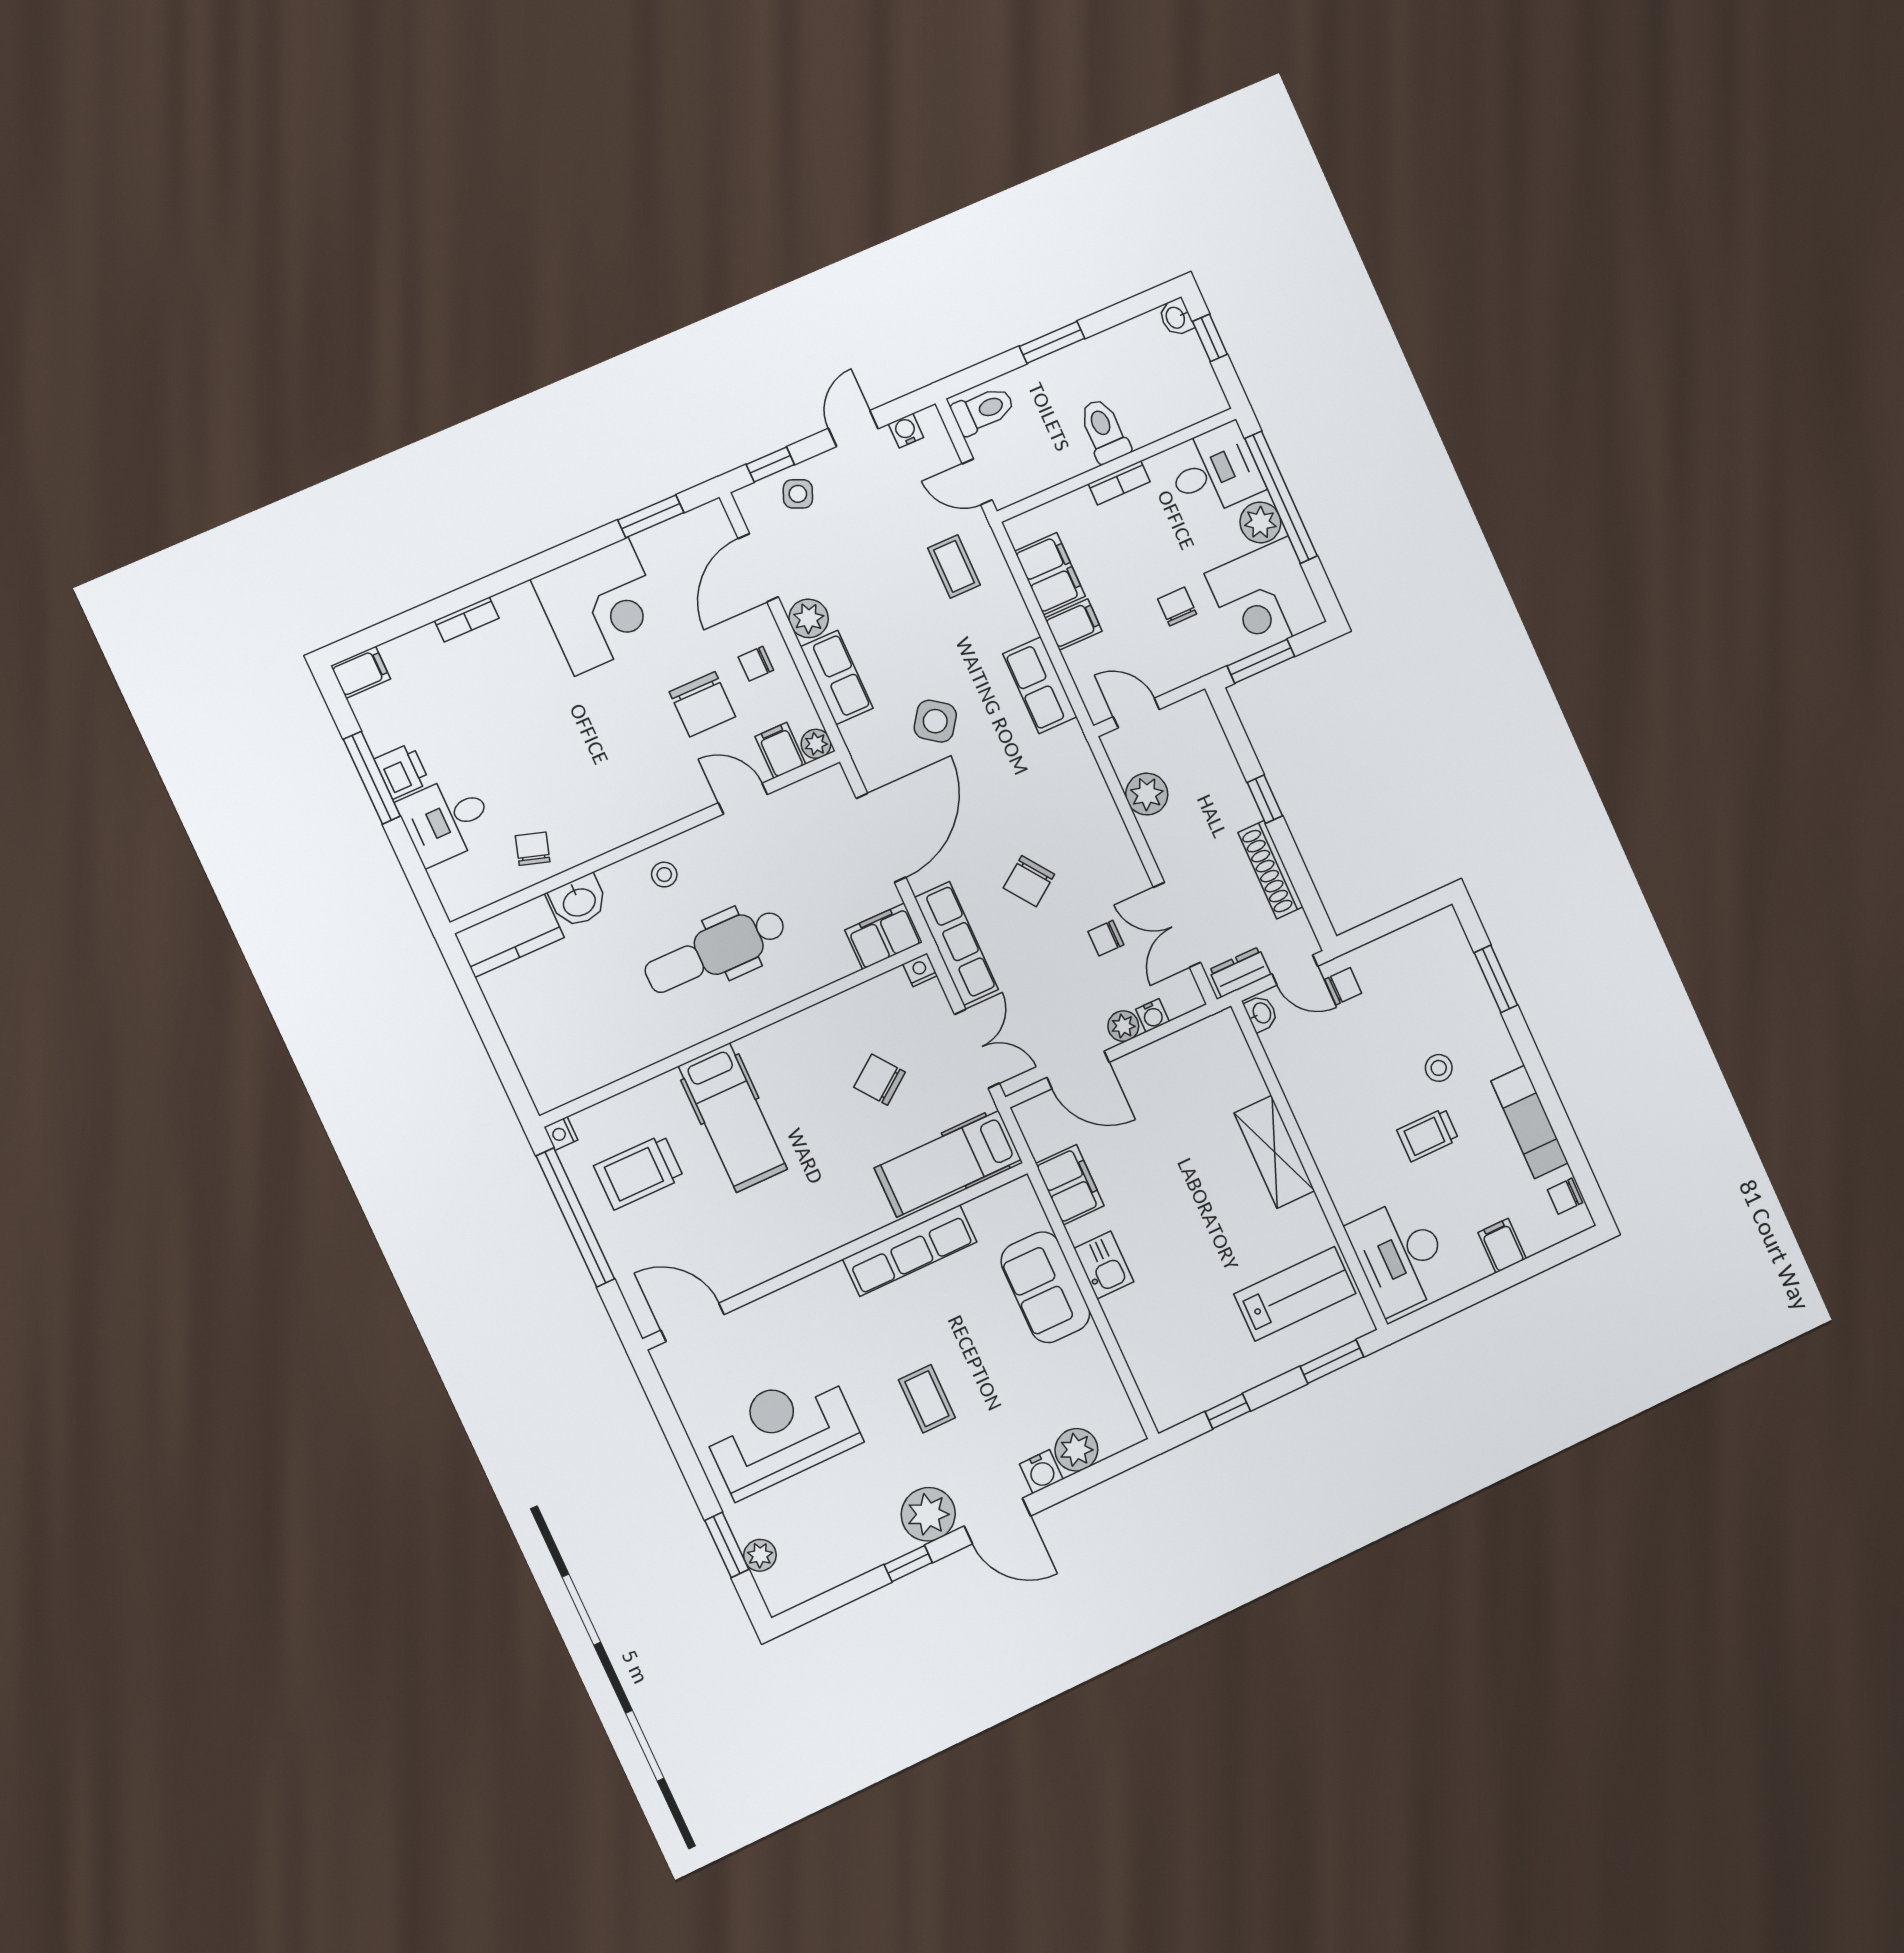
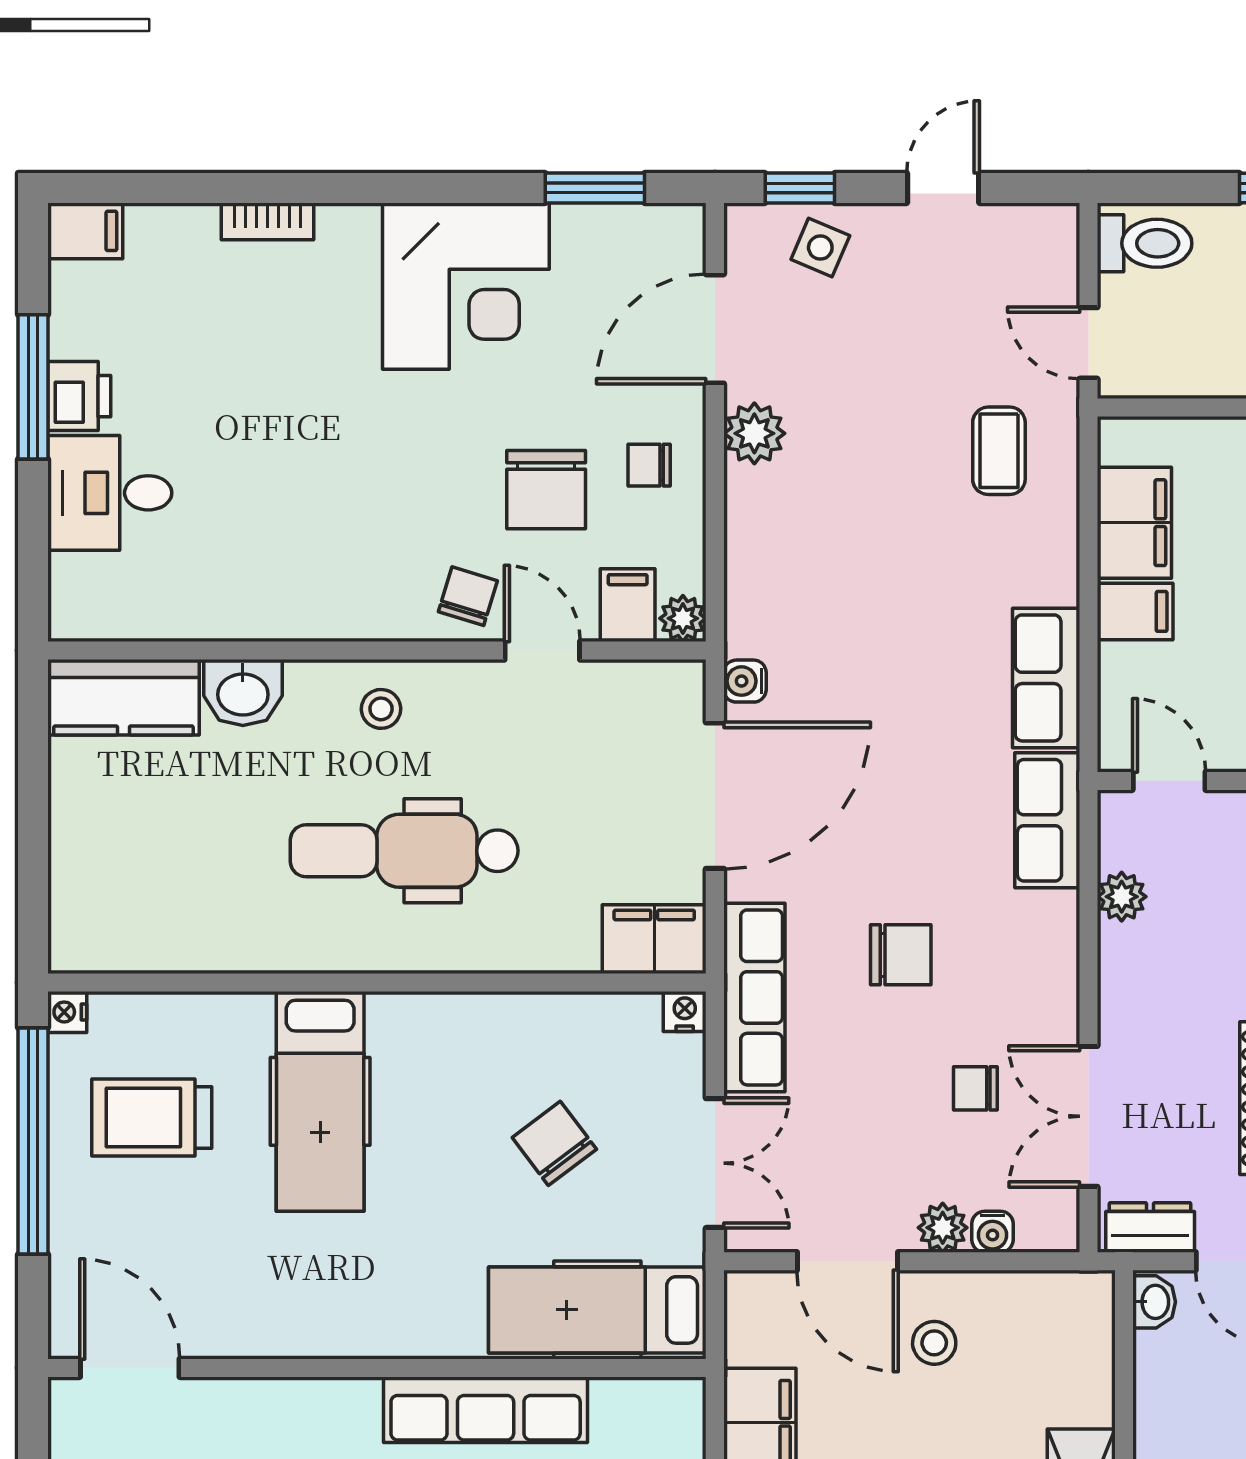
water cooler: (906, 431) -> (745, 681), moved, turned -90
row of seats: (837, 678) -> (1047, 820), moved, turned 180
side table: (935, 721) -> (870, 662), removed
plant: (1147, 794) -> (1122, 897), width x0.73, depth x0.73
chair: (533, 849) -> (468, 596), moved
chair: (1029, 881) -> (901, 955), turned -144
stool: (1148, 1094) -> (934, 1343), added

